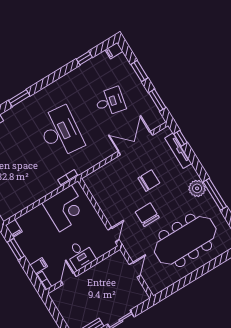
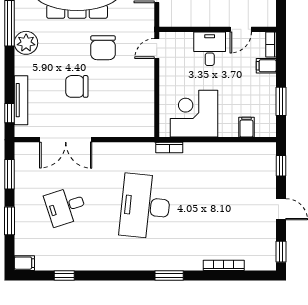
desk: (110, 102) -> (66, 206), turned -30
filing cabinet: (14, 228) -> (246, 127), moved

